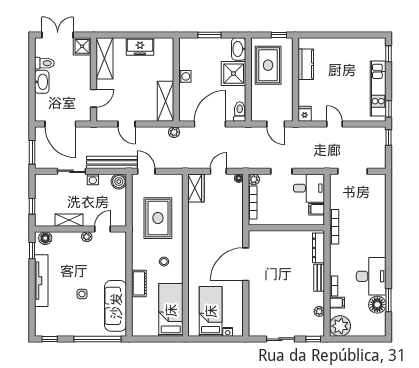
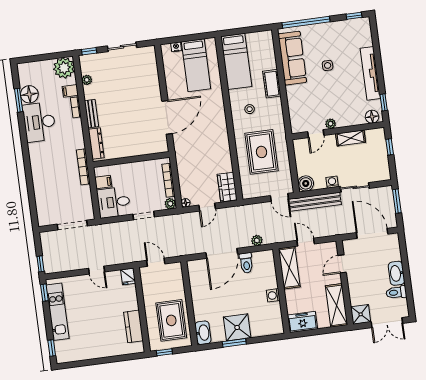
shower: (234, 74) -> (237, 327), moved
washing machine: (185, 76) -> (273, 295), moved
wall: (176, 80) -> (281, 291), moved
shelving: (165, 101) -> (289, 268), moved
toilet: (240, 112) -> (246, 263), moved

